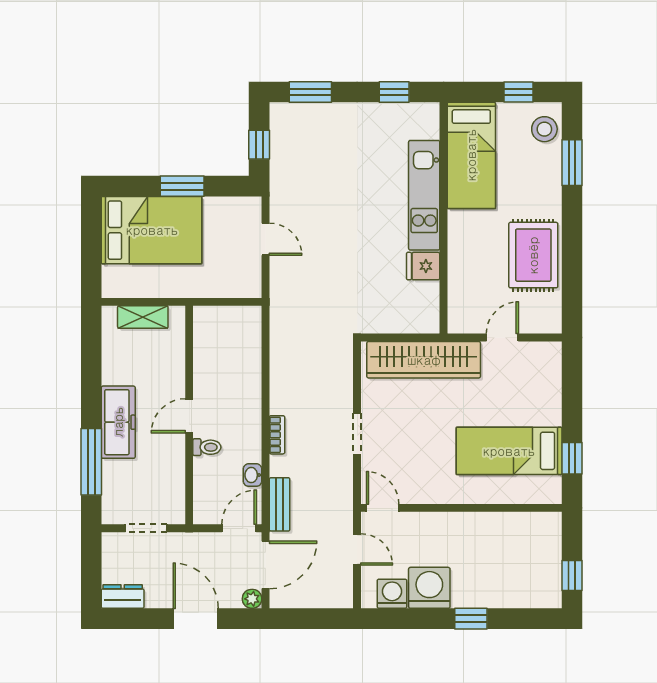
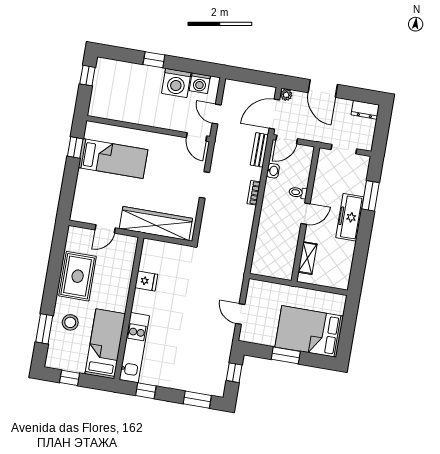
stool: (544, 129) -> (70, 322), moved
kitchen unit: (424, 195) -> (134, 348), moved
shelving: (143, 317) -> (308, 258), moved, turned 90
window: (91, 462) -> (370, 196), width x0.69

